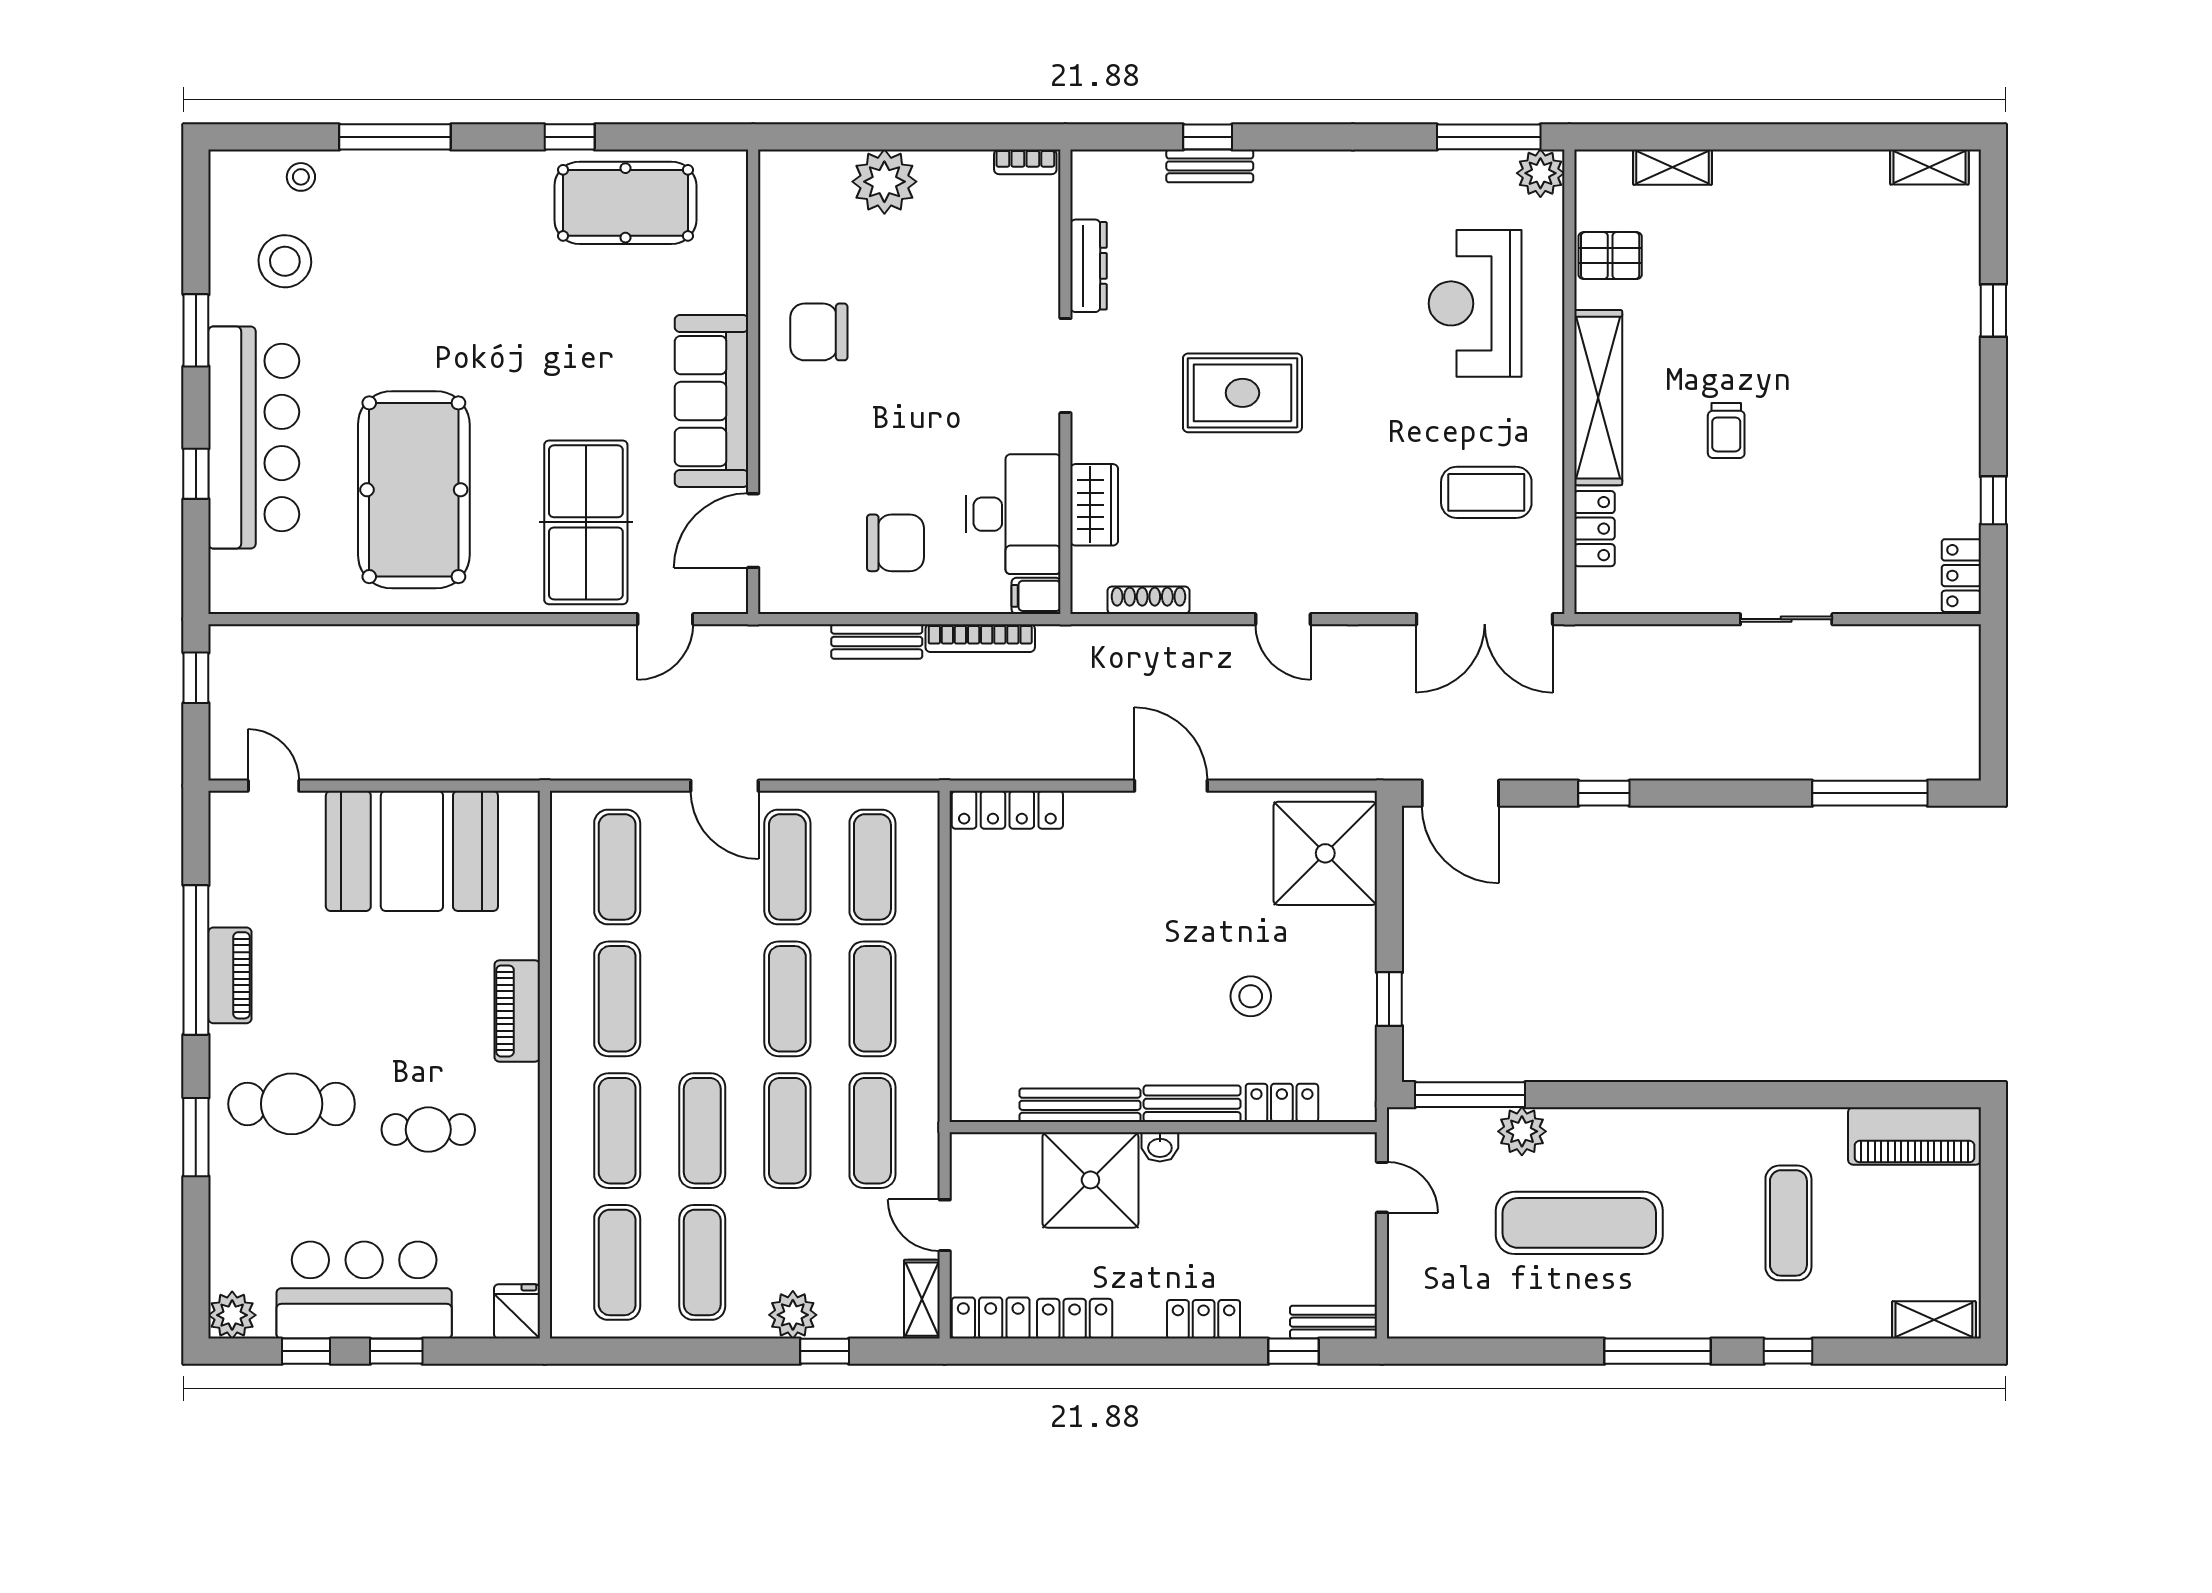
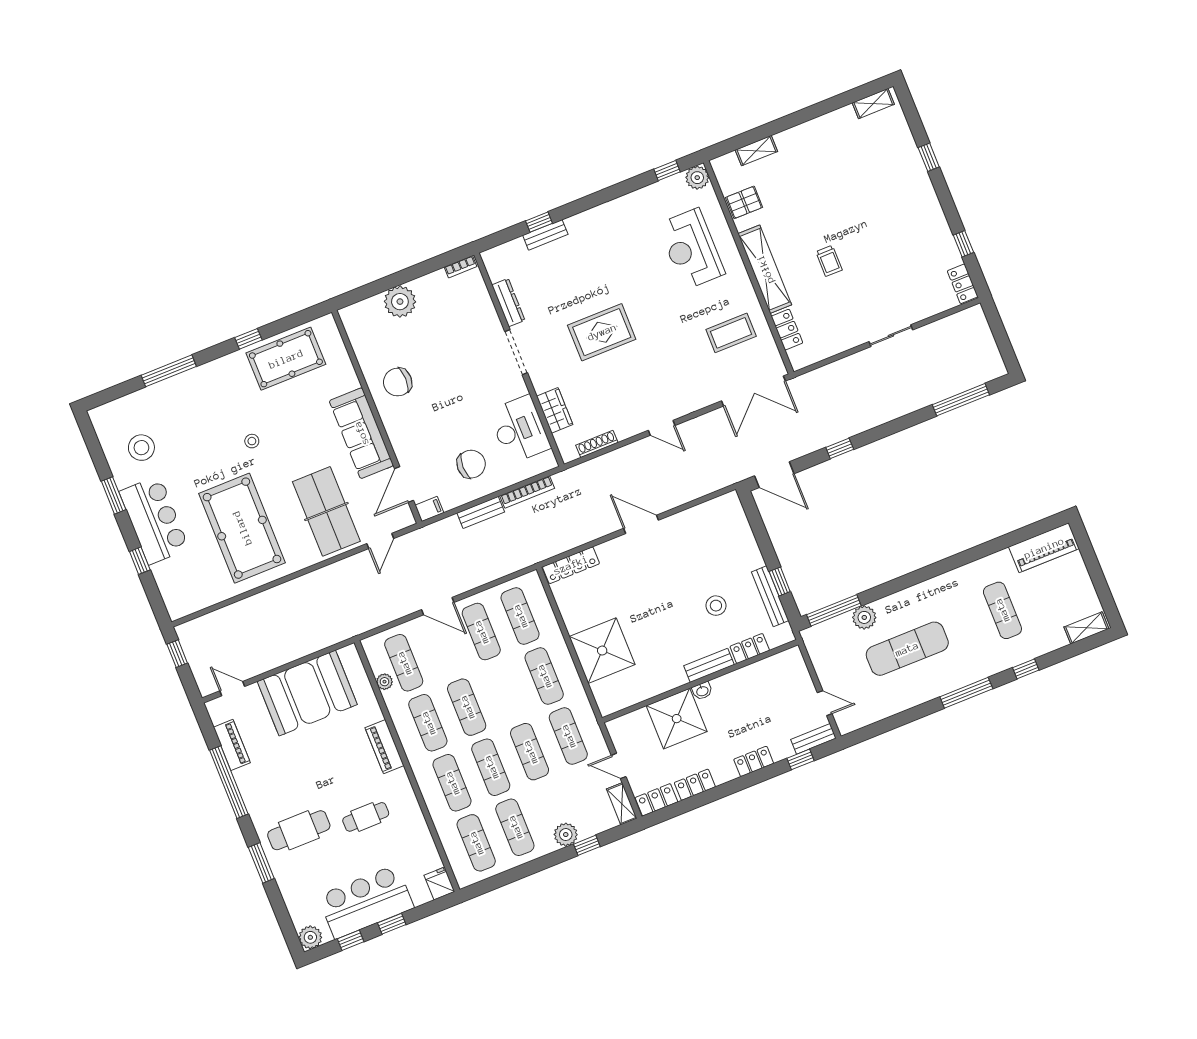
window: (1489, 137) -> (667, 171), width x0.46
stool: (301, 177) -> (252, 441), moved
bar counter: (254, 438) -> (154, 520), width x0.73
filing cabinet: (1036, 596) -> (429, 509), moved, turned 180
shower: (1325, 853) -> (602, 651), moved
plant: (566, 888) -> (384, 682), added
piano: (230, 975) -> (232, 745), moved
exercise mat: (787, 999) -> (467, 707), moved
bench: (1080, 1105) -> (770, 596), moved, turned 90
door: (1382, 1187) -> (825, 703), moved

